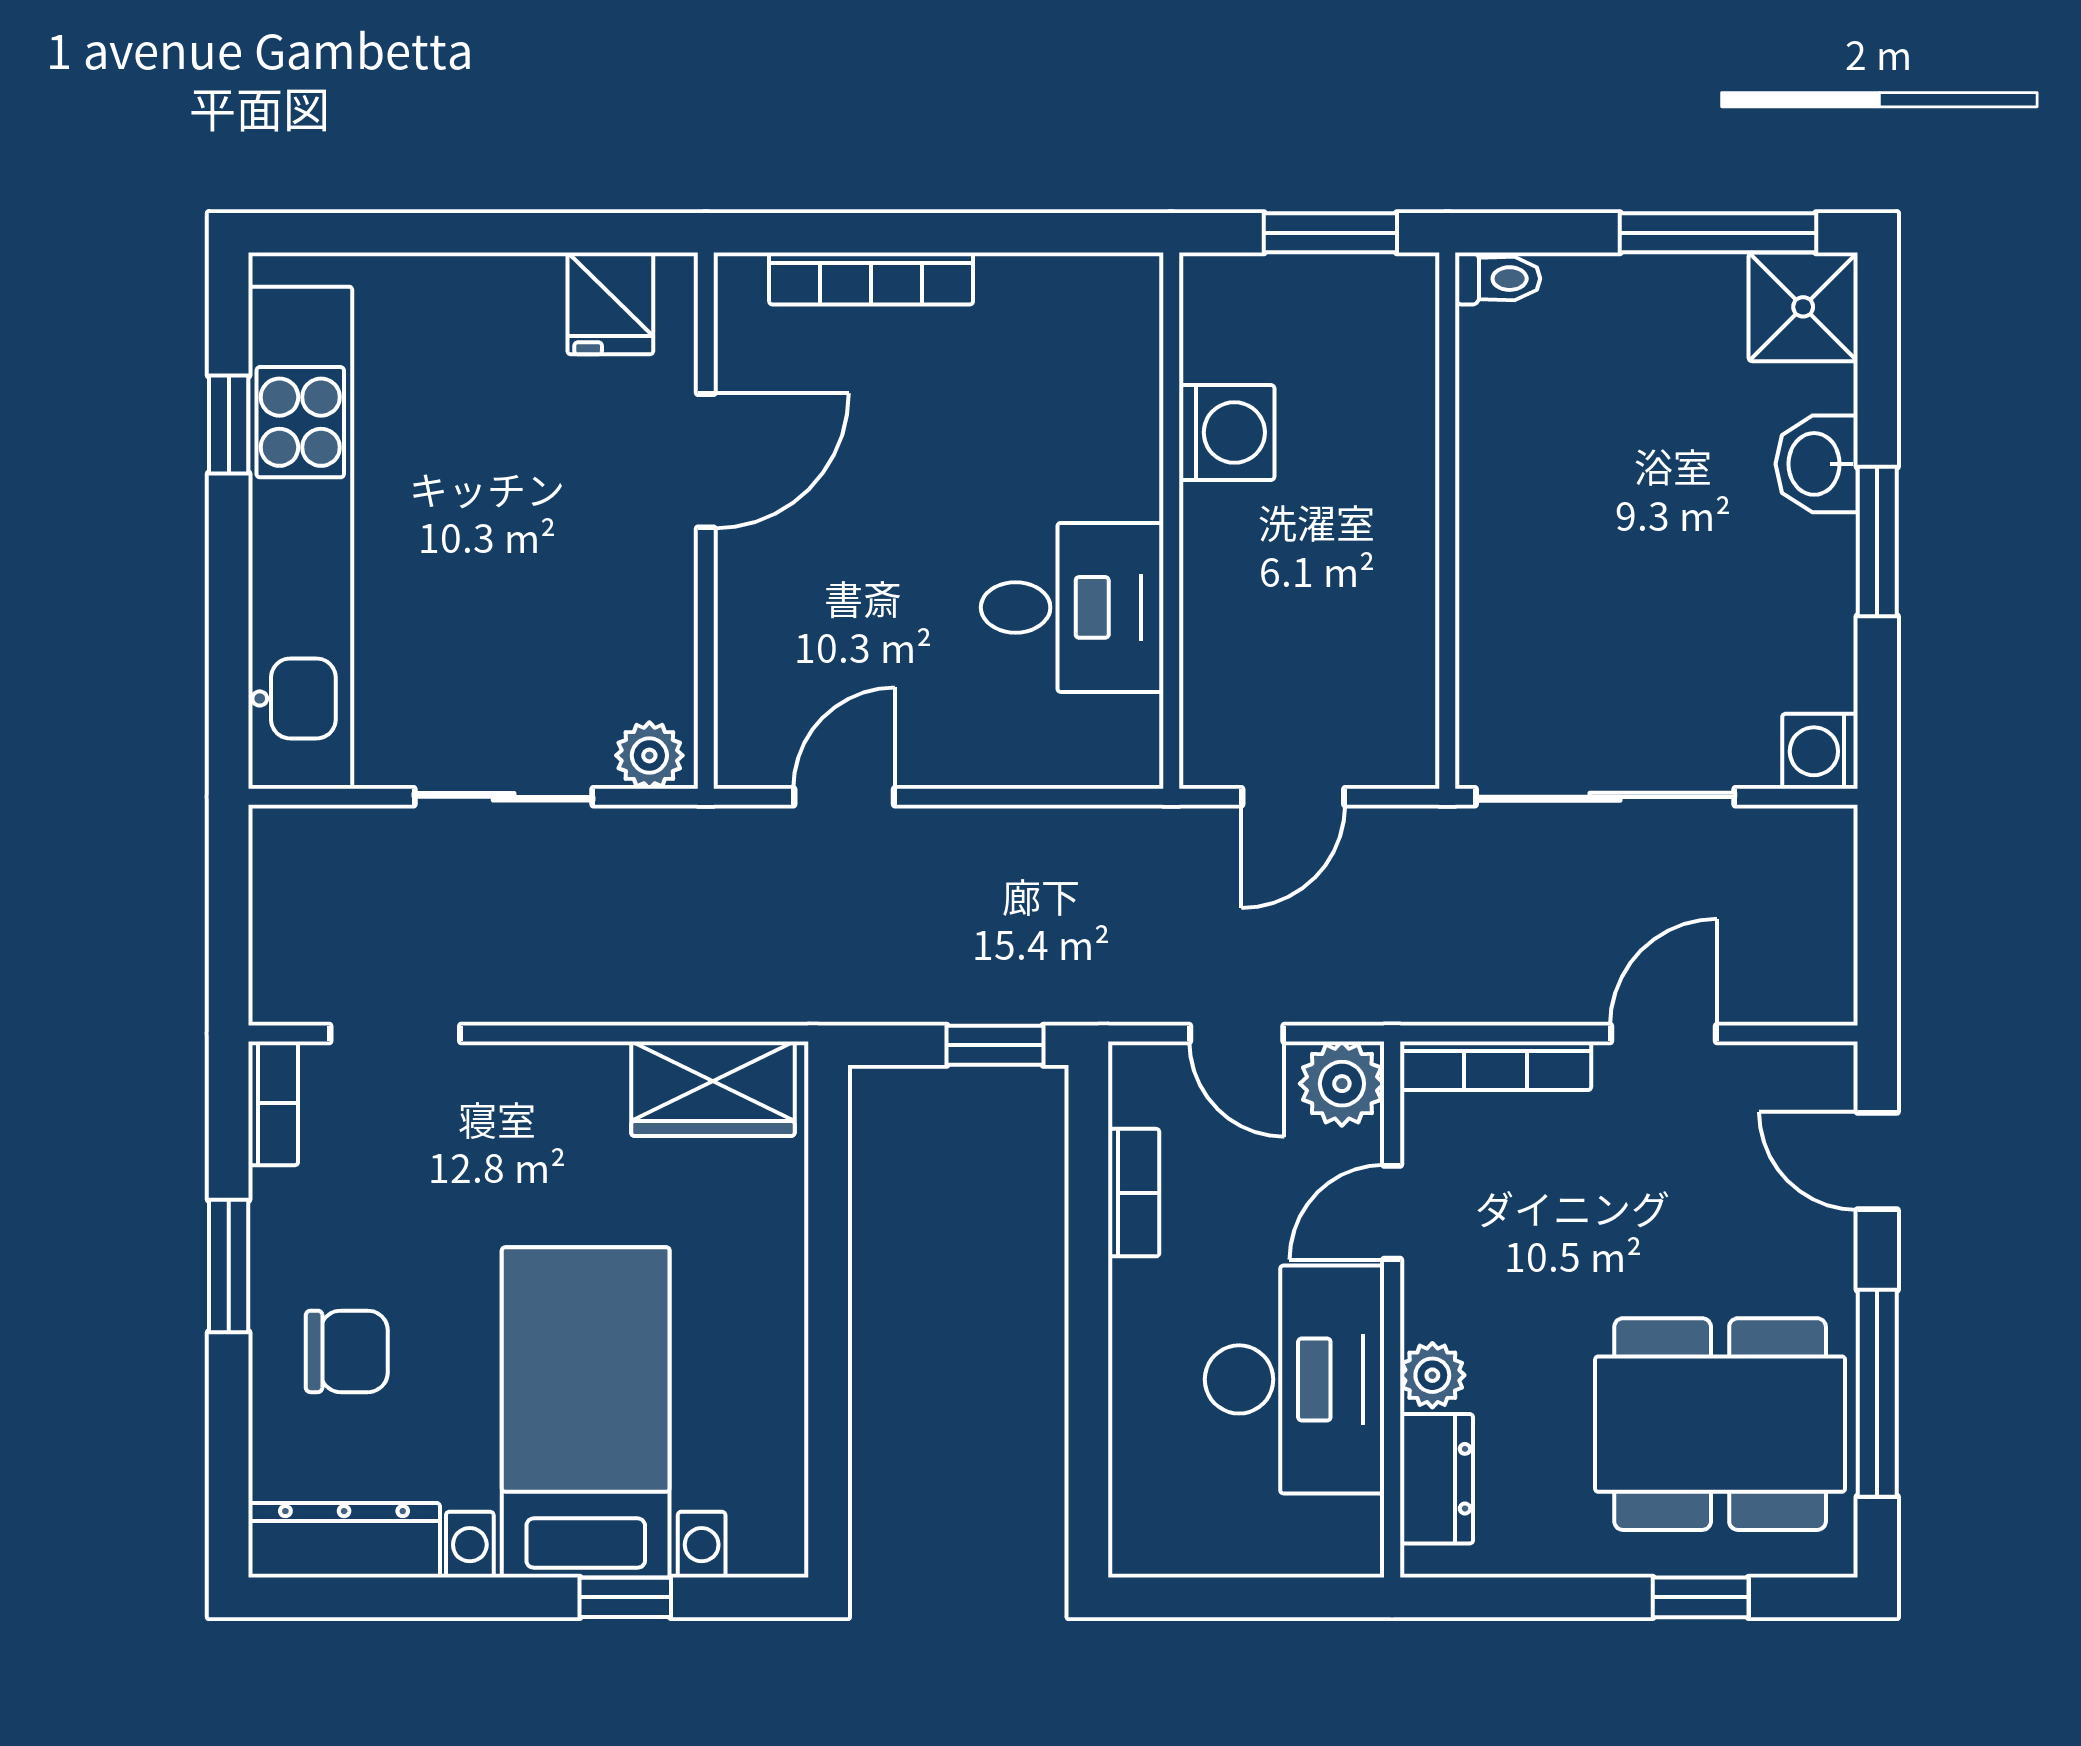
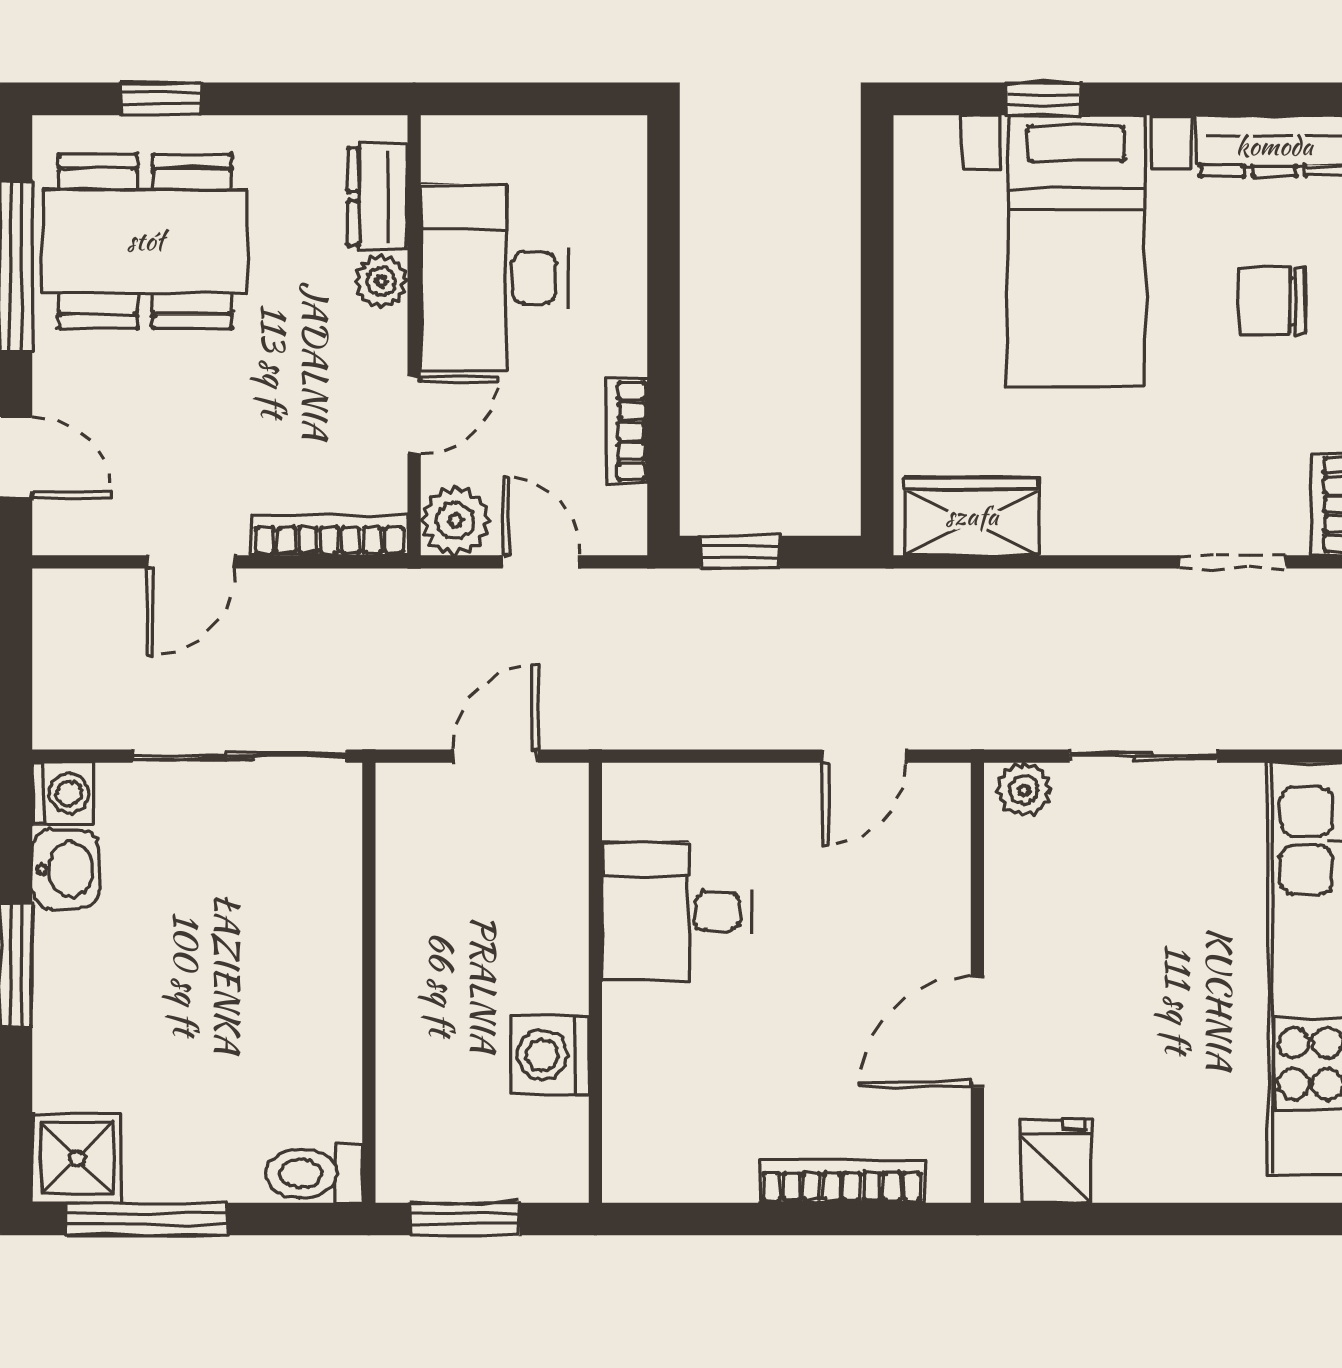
toilet: (1498, 279) -> (314, 1173), width x1.37, depth x1.39
washbasin: (1817, 464) -> (66, 869), moved

